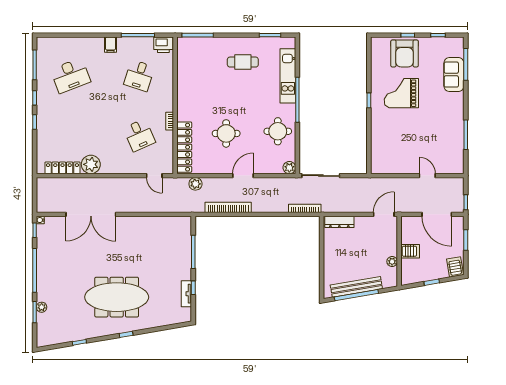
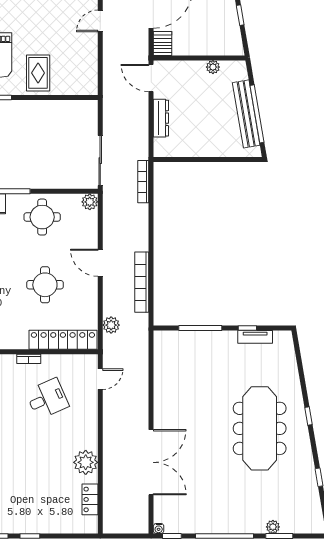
rug: (388, 128) -> (38, 73), added
locker: (62, 168) -> (90, 499), width x0.66
dresser: (339, 222) -> (161, 118), moved
server rack: (410, 251) -> (163, 43), moved

